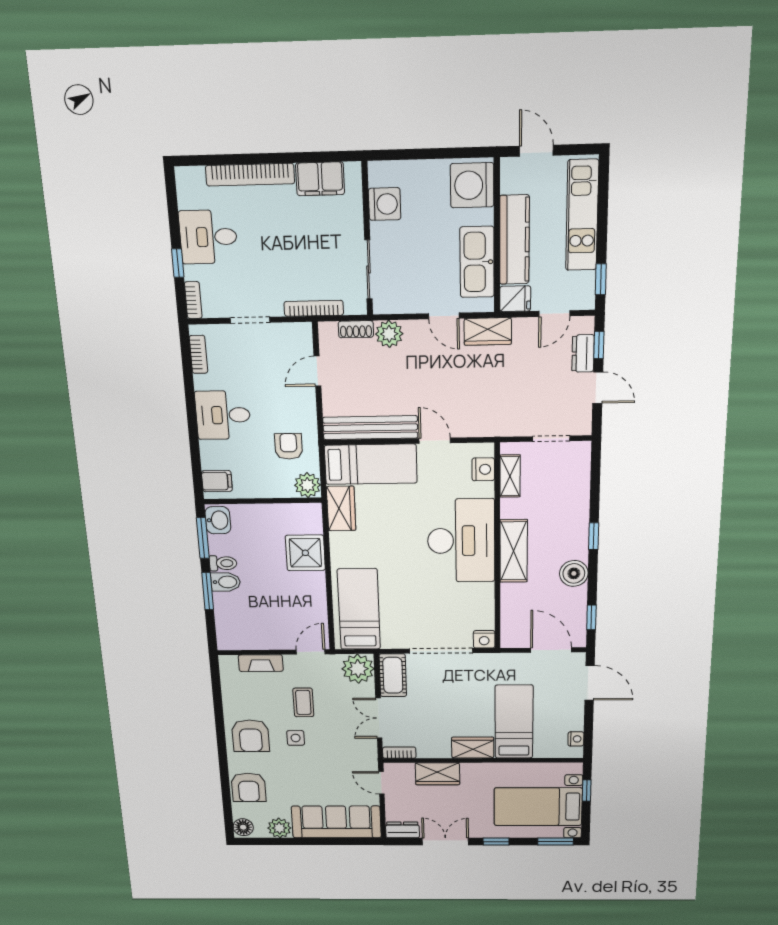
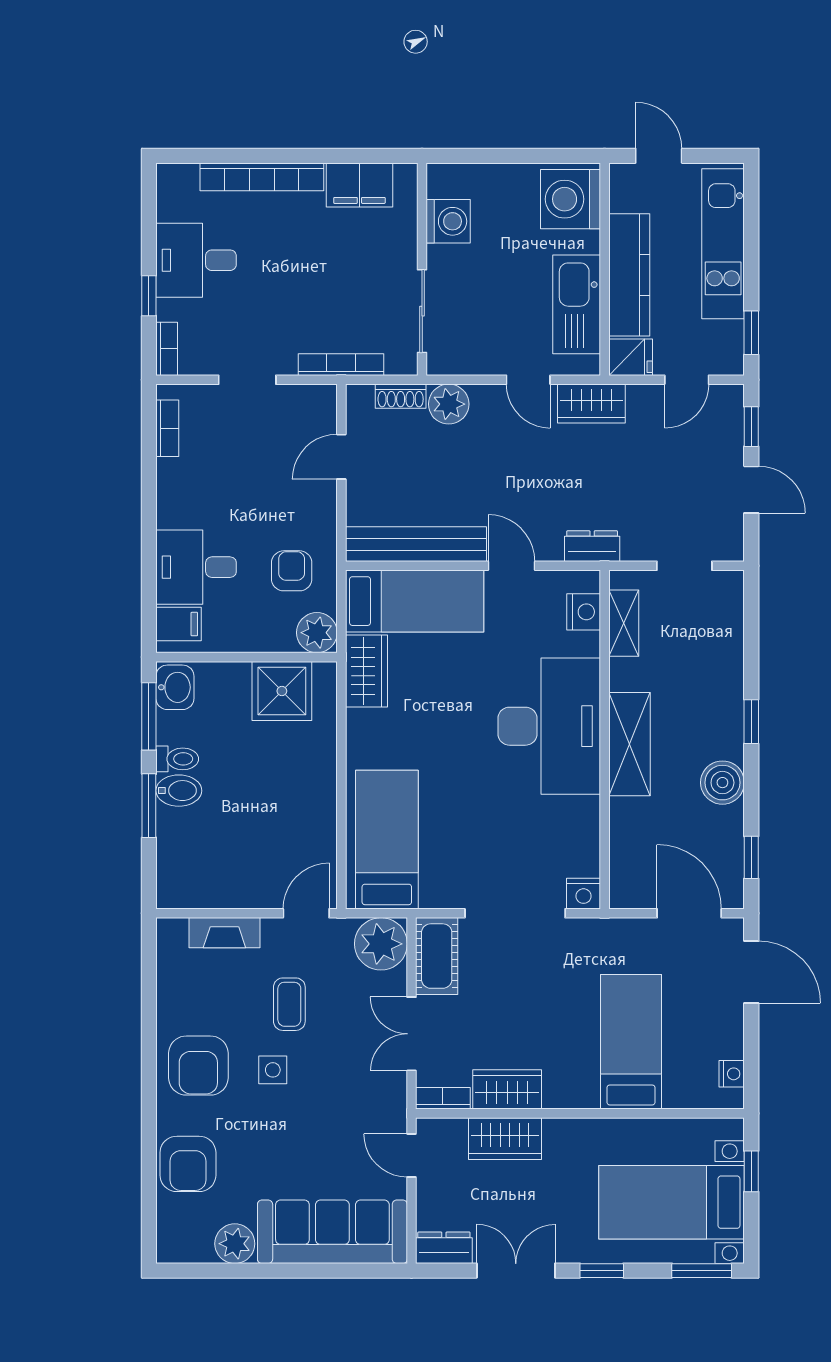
dresser: (583, 353) -> (592, 546), moved, turned 90
desk: (223, 415) -> (196, 567), moved
shower: (305, 553) -> (282, 691), moved
wardrobe: (473, 748) -> (507, 1089), moved
floor lamp: (243, 827) -> (173, 1242), removed

